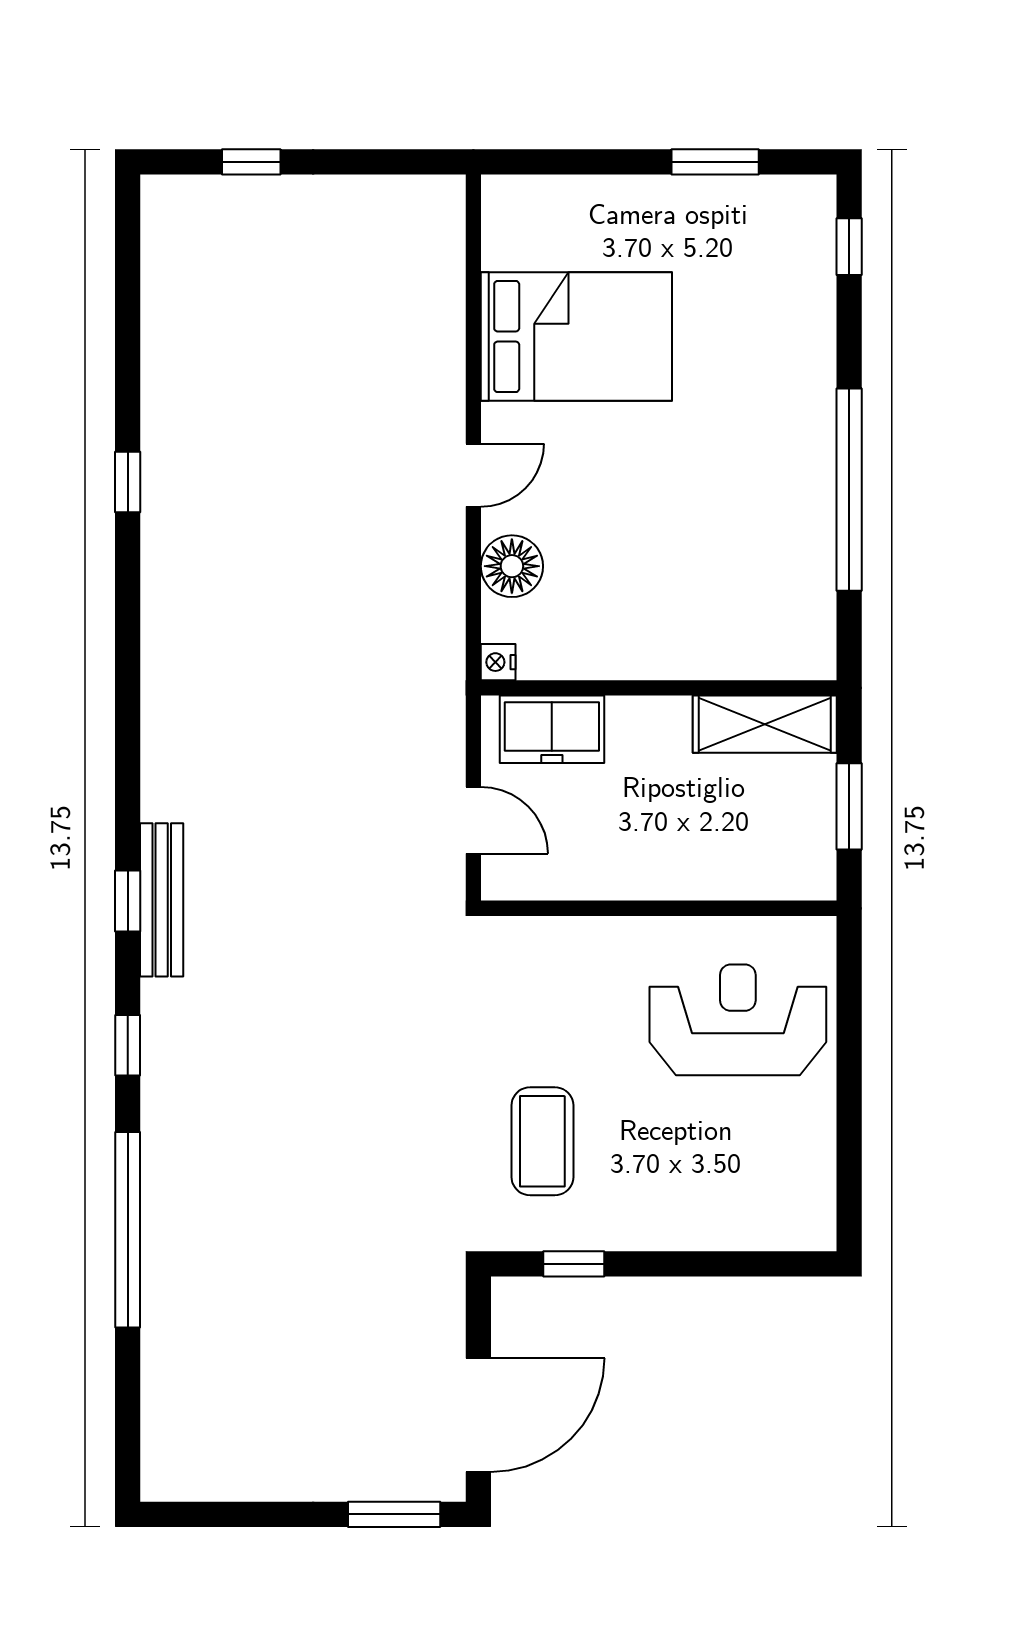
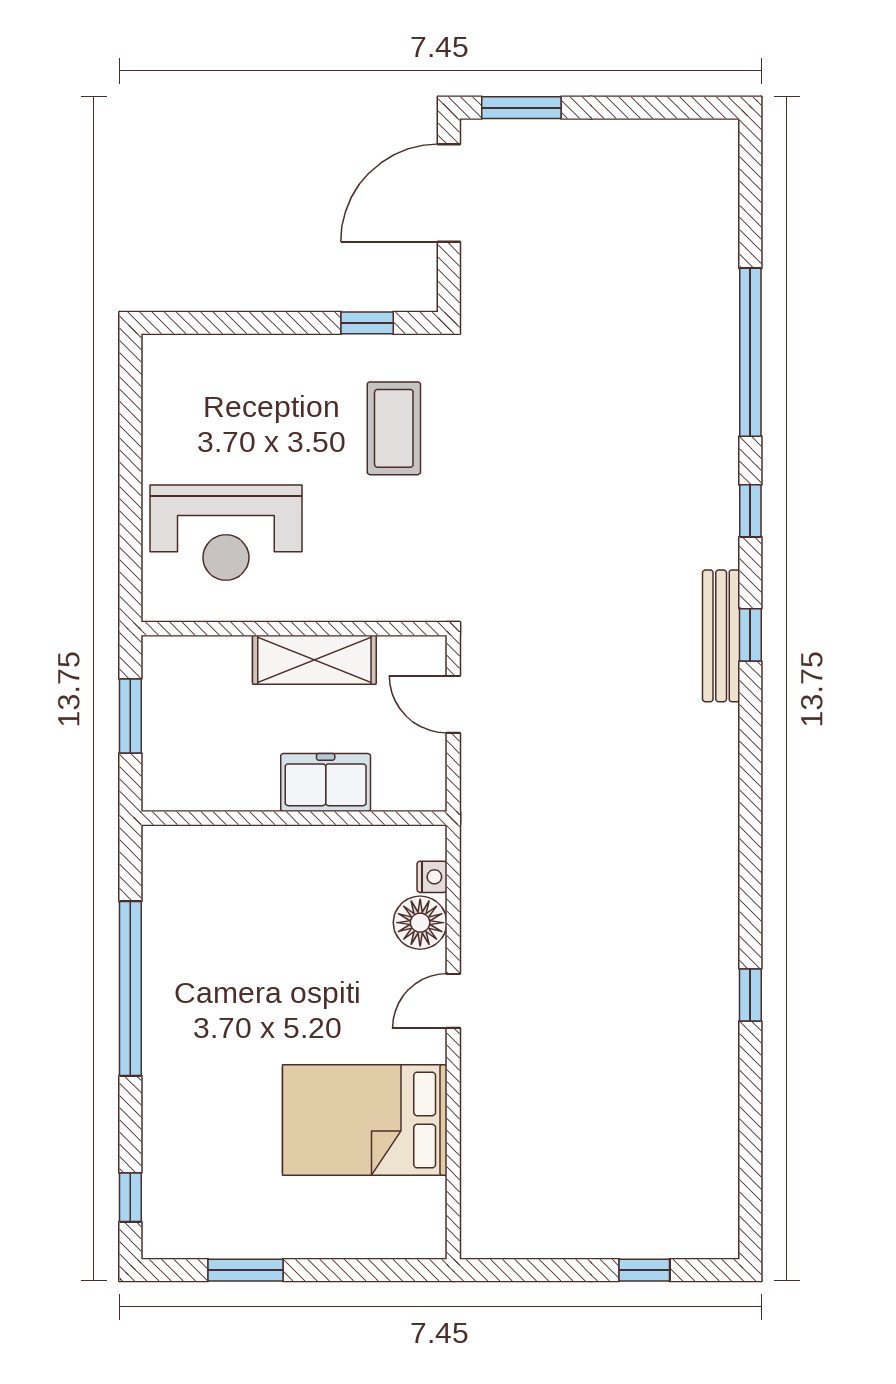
nightstand: (498, 662) -> (432, 877), moved
shelving: (765, 724) -> (314, 660), moved
freezer: (552, 729) -> (326, 782), moved

